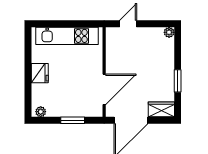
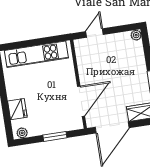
fridge: (40, 73) -> (17, 109), moved

